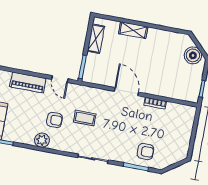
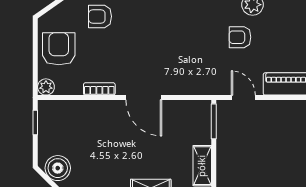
plant: (191, 111) -> (46, 87), added
coffee table: (85, 118) -> (197, 48), removed
armchair: (177, 135) -> (59, 49), added

